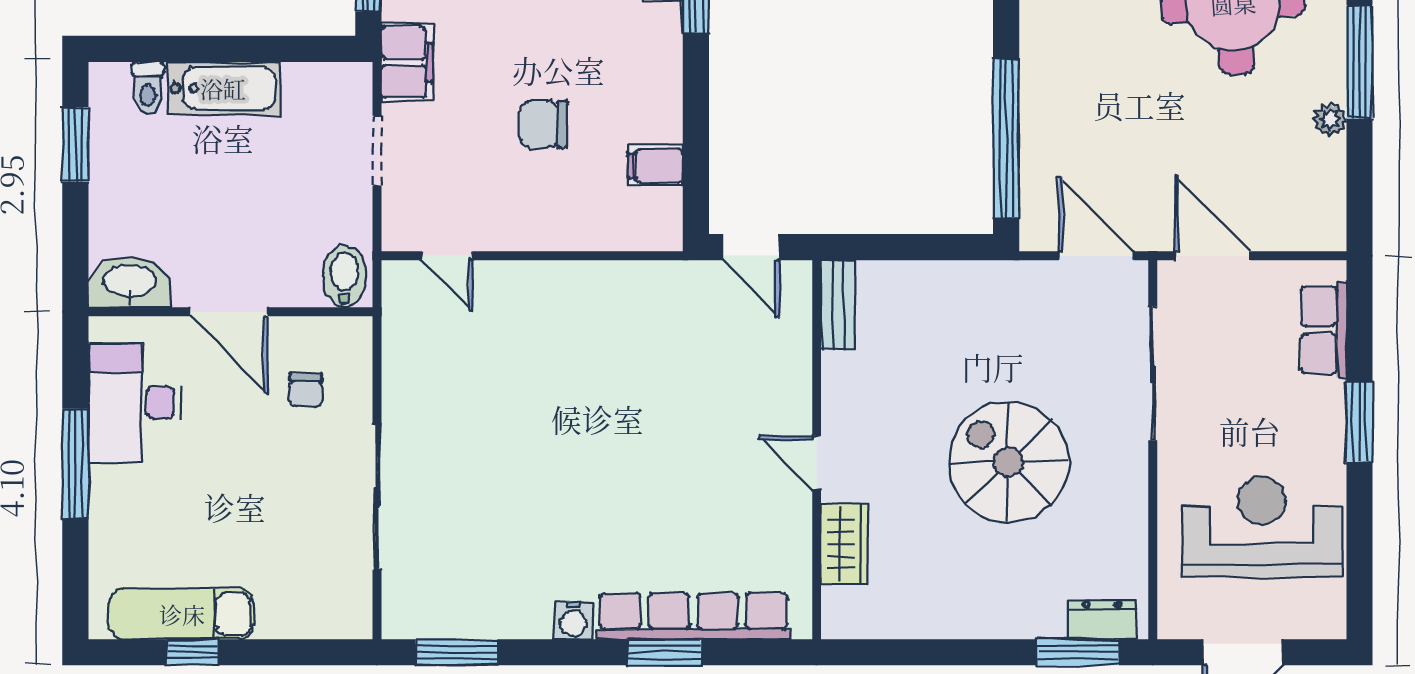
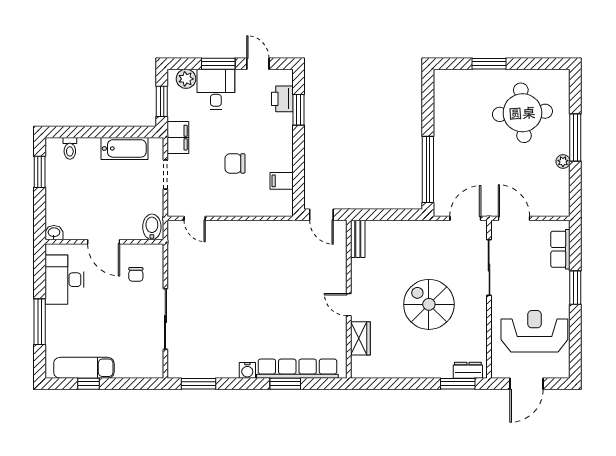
bathtub: (223, 88) -> (124, 148), moved
door: (1096, 256) -> (465, 218), hinge flipped
washbasin: (129, 282) -> (54, 233), width x0.52, depth x0.69
window: (75, 464) -> (40, 322), moved

